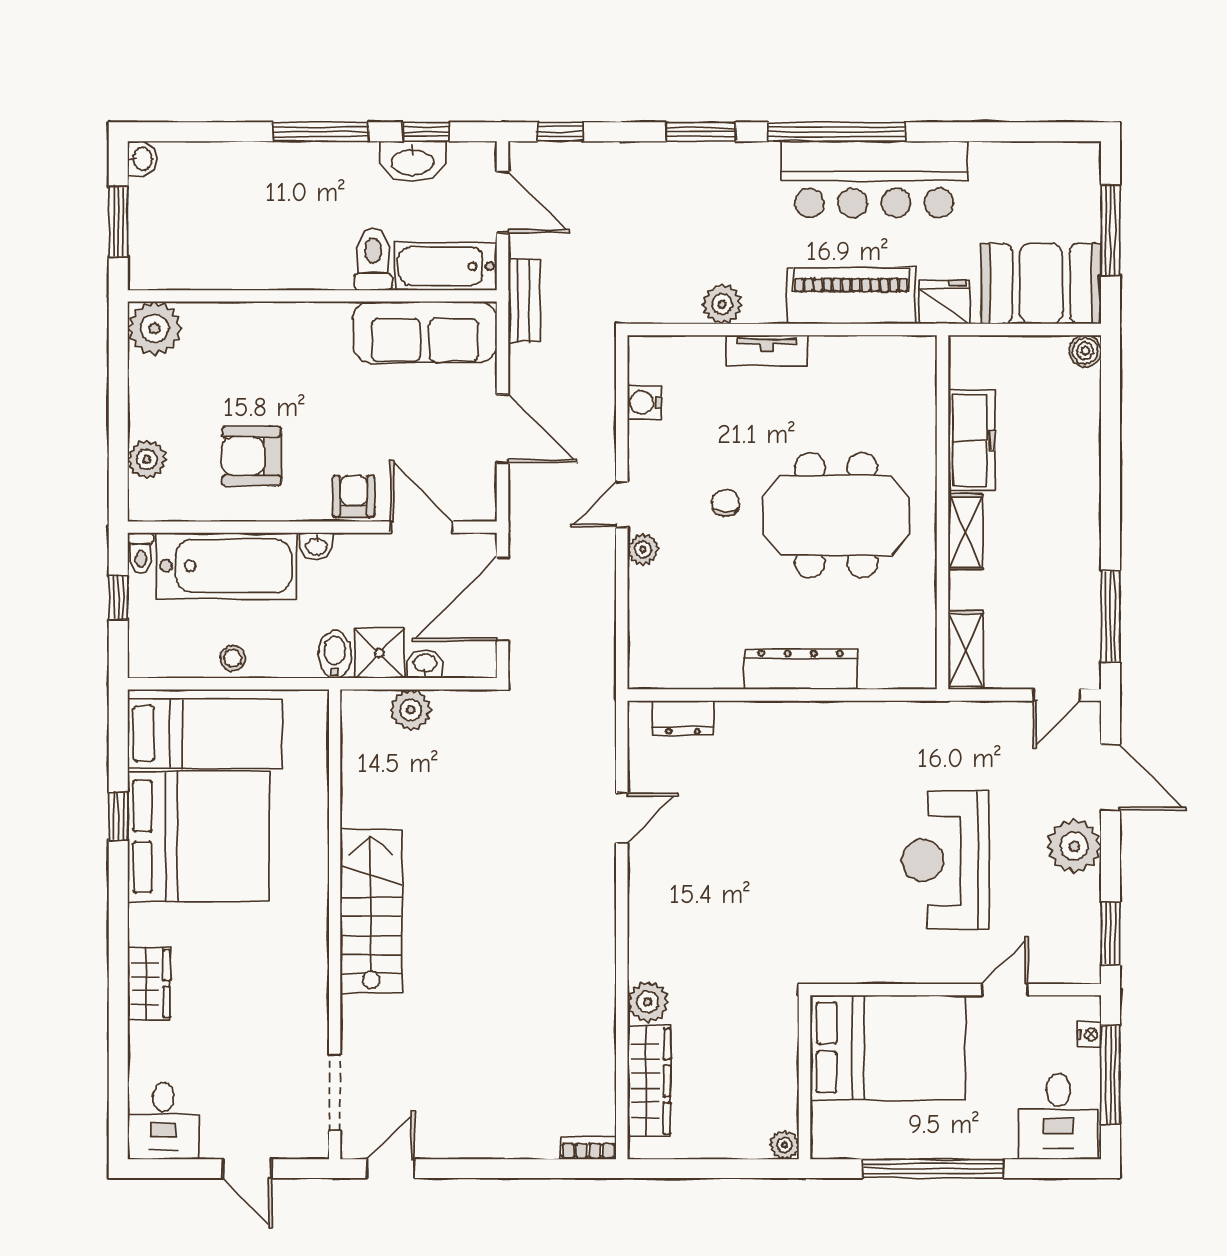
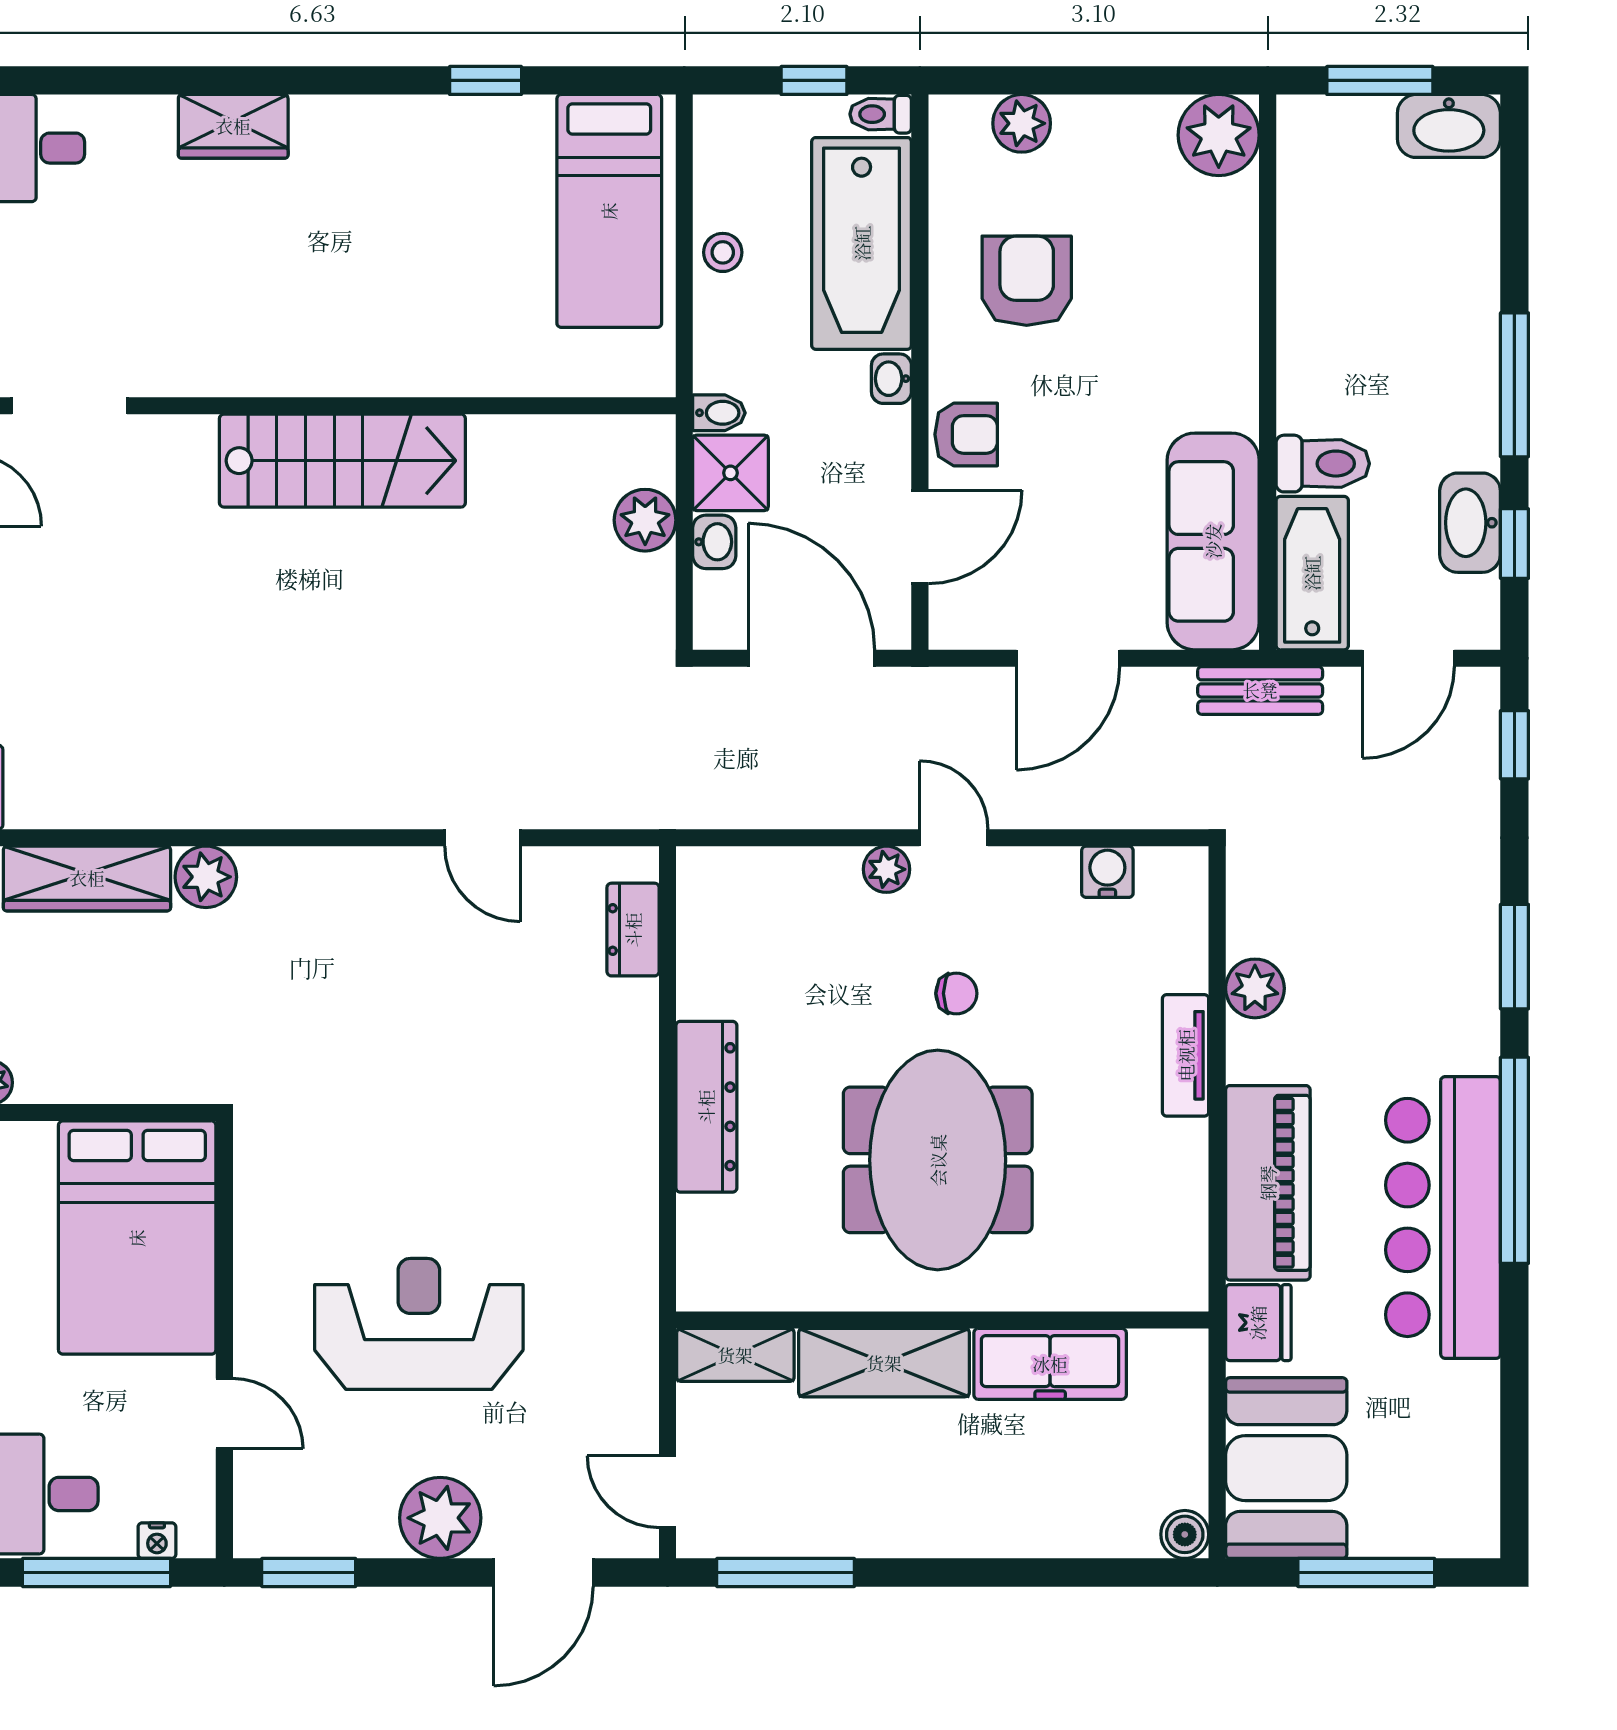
washbasin: (142, 159) -> (1449, 126), width x1.91, depth x1.45
shelving: (965, 532) -> (884, 1363), width x1.50, depth x1.33
bidet: (335, 654) -> (719, 413), width x0.72, depth x0.74
bed: (198, 837) -> (455, 201), removed

